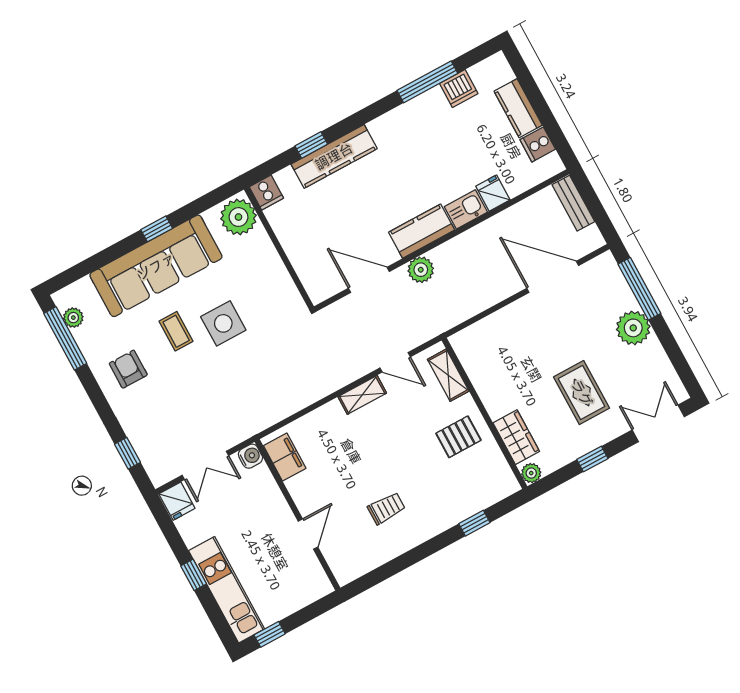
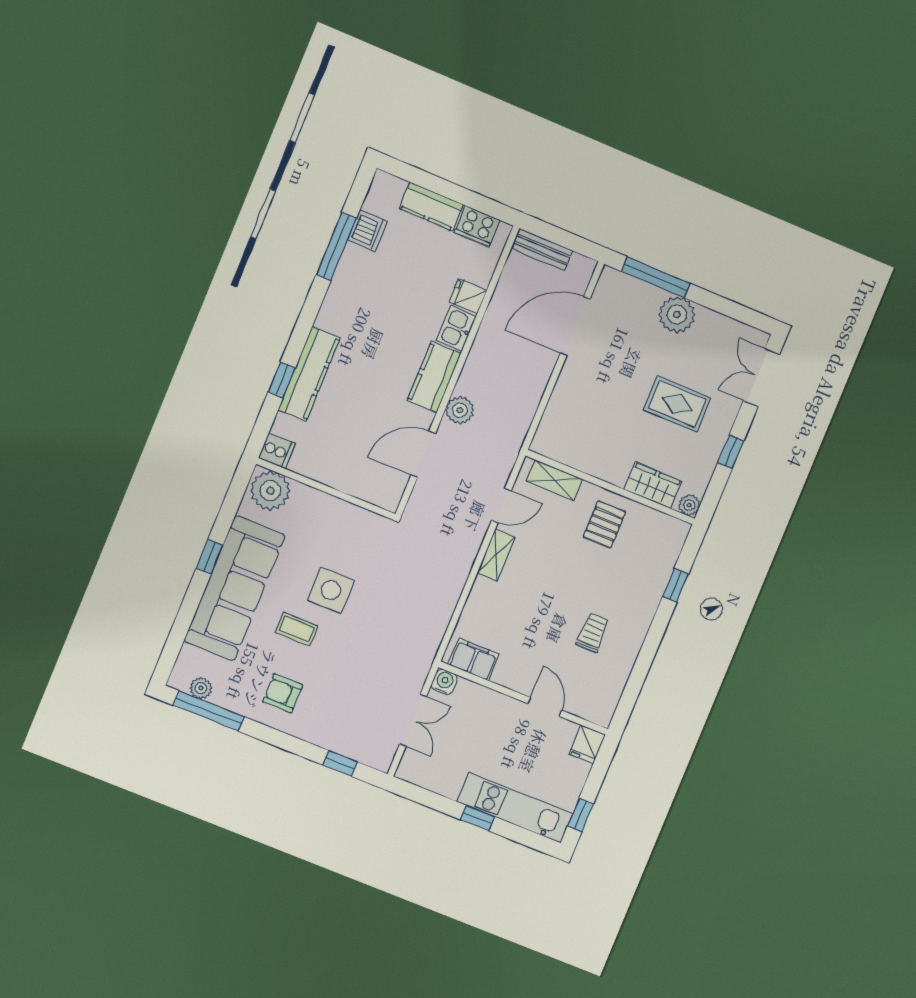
cooker: (538, 144) -> (477, 226), width x1.36
fridge: (177, 501) -> (587, 744), moved, turned 90

